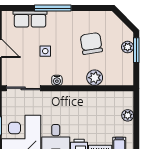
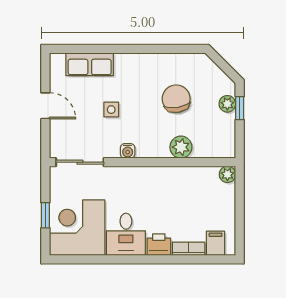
window: (53, 8) -> (122, 49), removed
window: (136, 50) -> (240, 108), width x0.67
plant: (128, 115) -> (227, 174), moved

